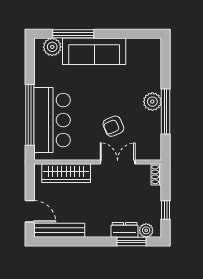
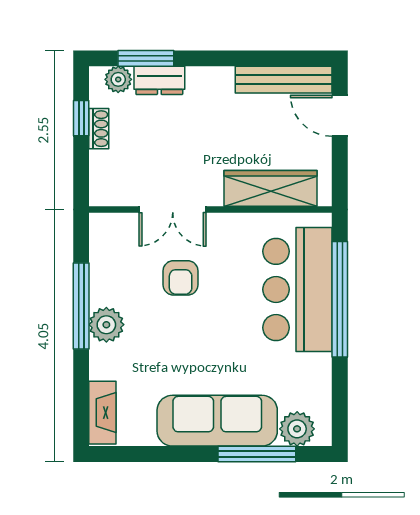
fireplace: (154, 55) -> (102, 413), added
armchair: (113, 126) -> (181, 278), turned 113
shoe rack: (156, 174) -> (99, 129), moved

